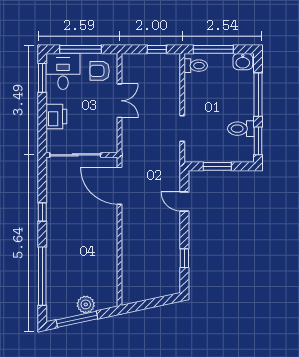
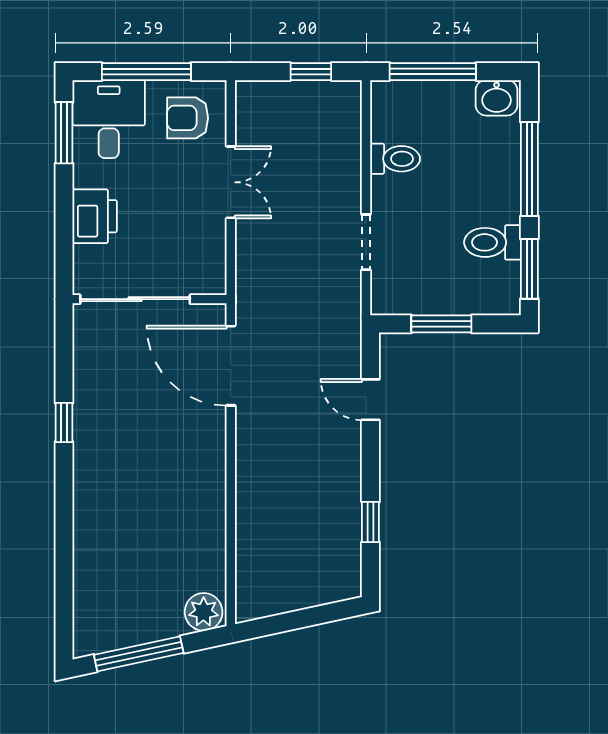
toilet: (196, 66) -> (395, 159), moved
window: (42, 276) -> (64, 561), removed
plant: (86, 304) -> (204, 612), moved

